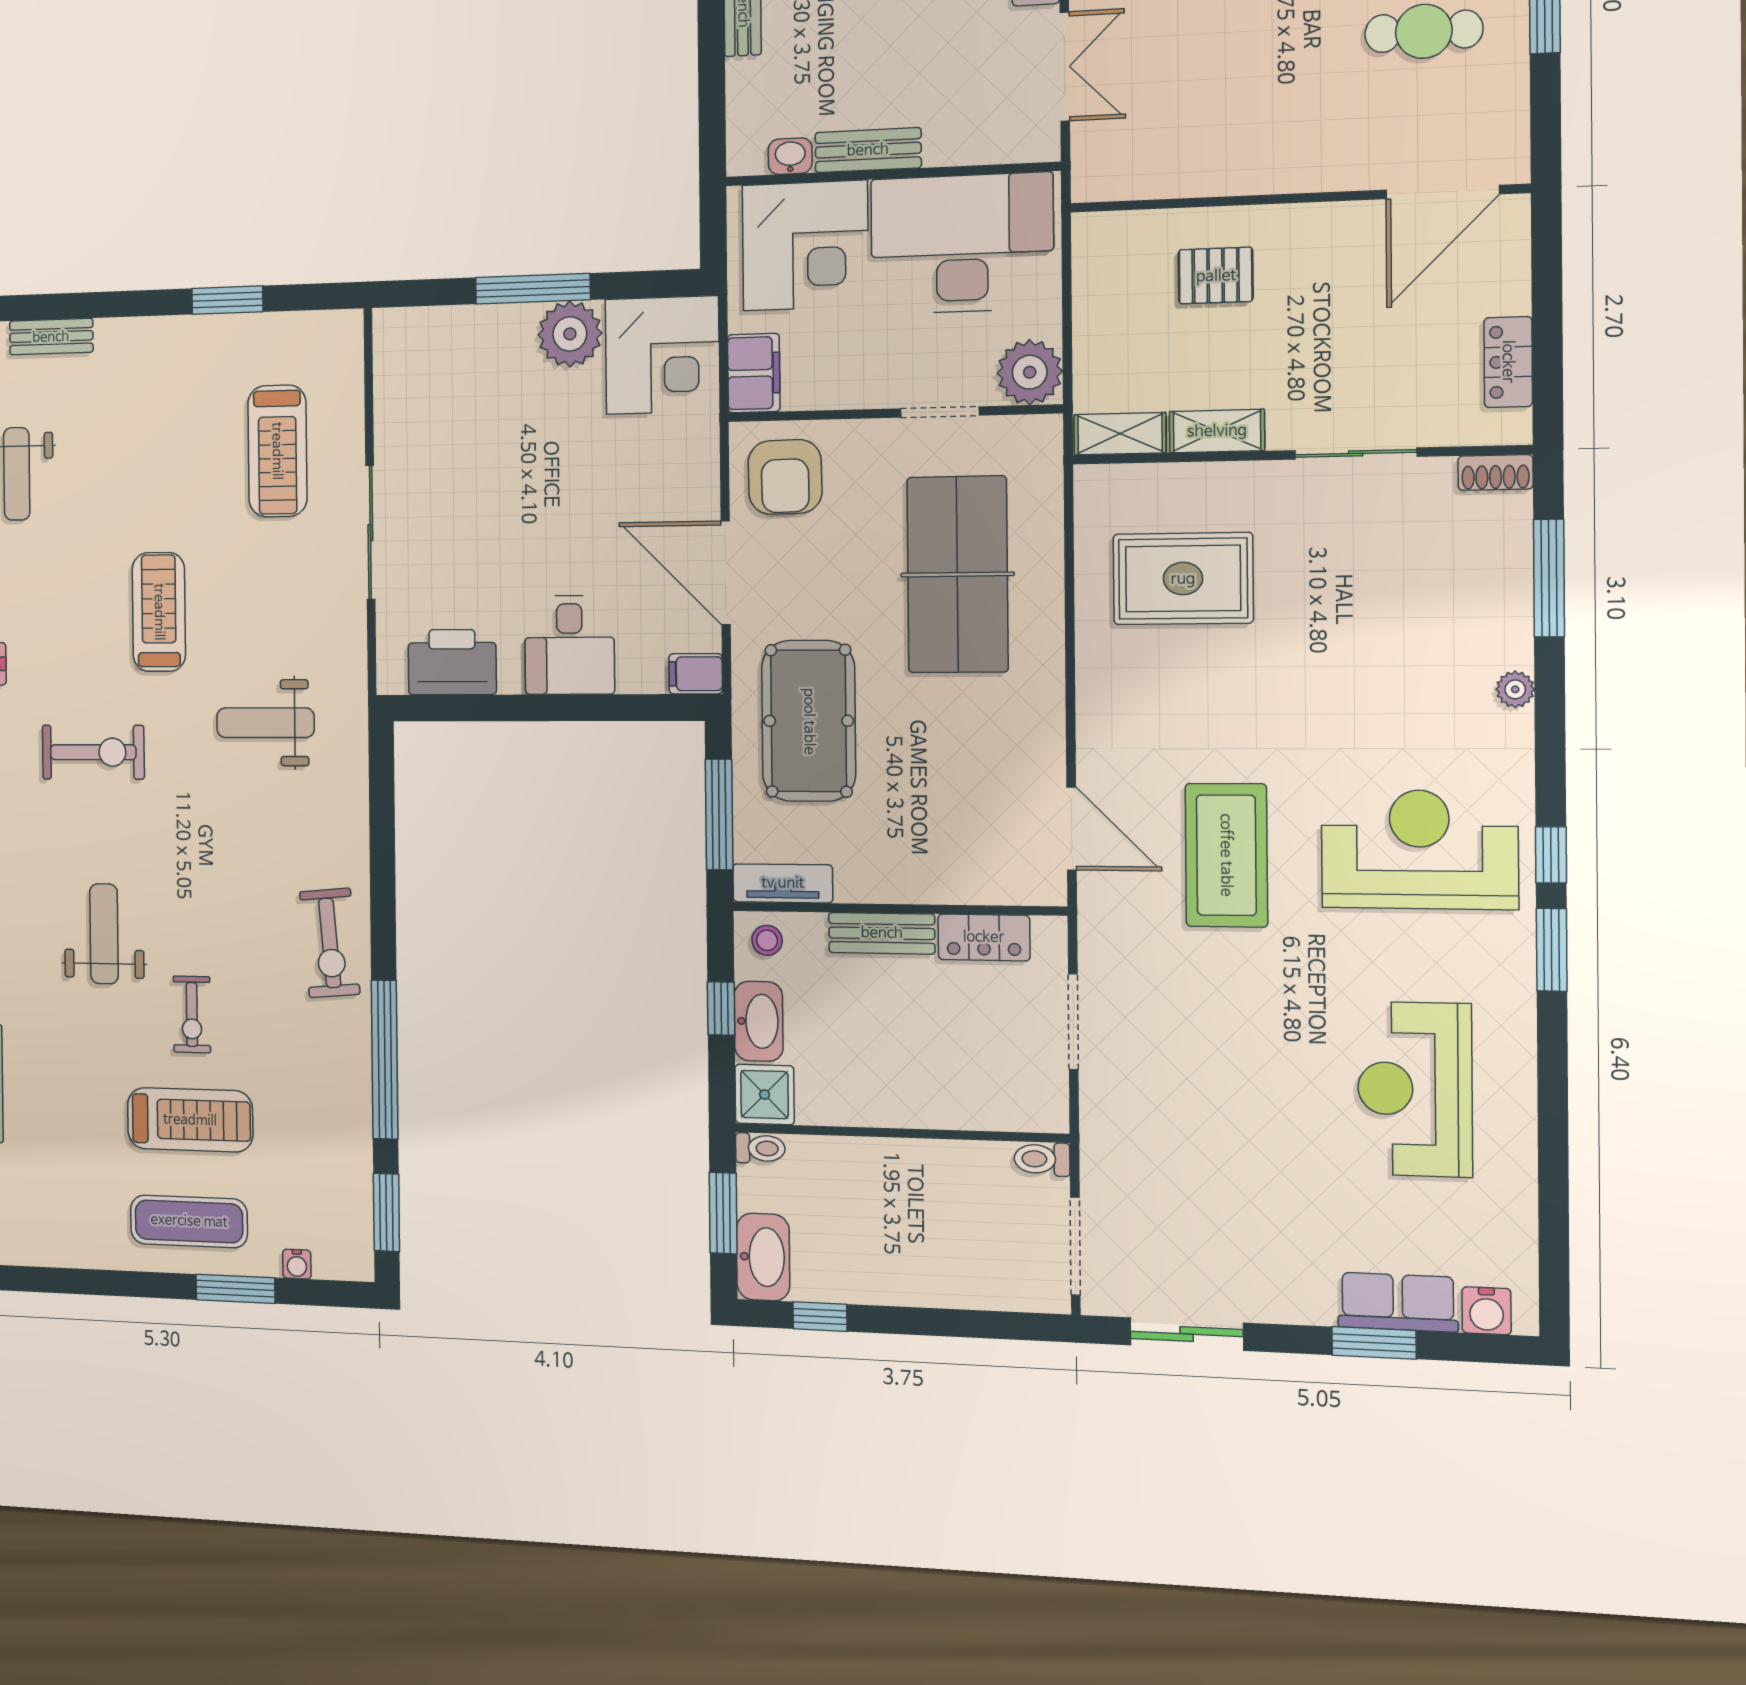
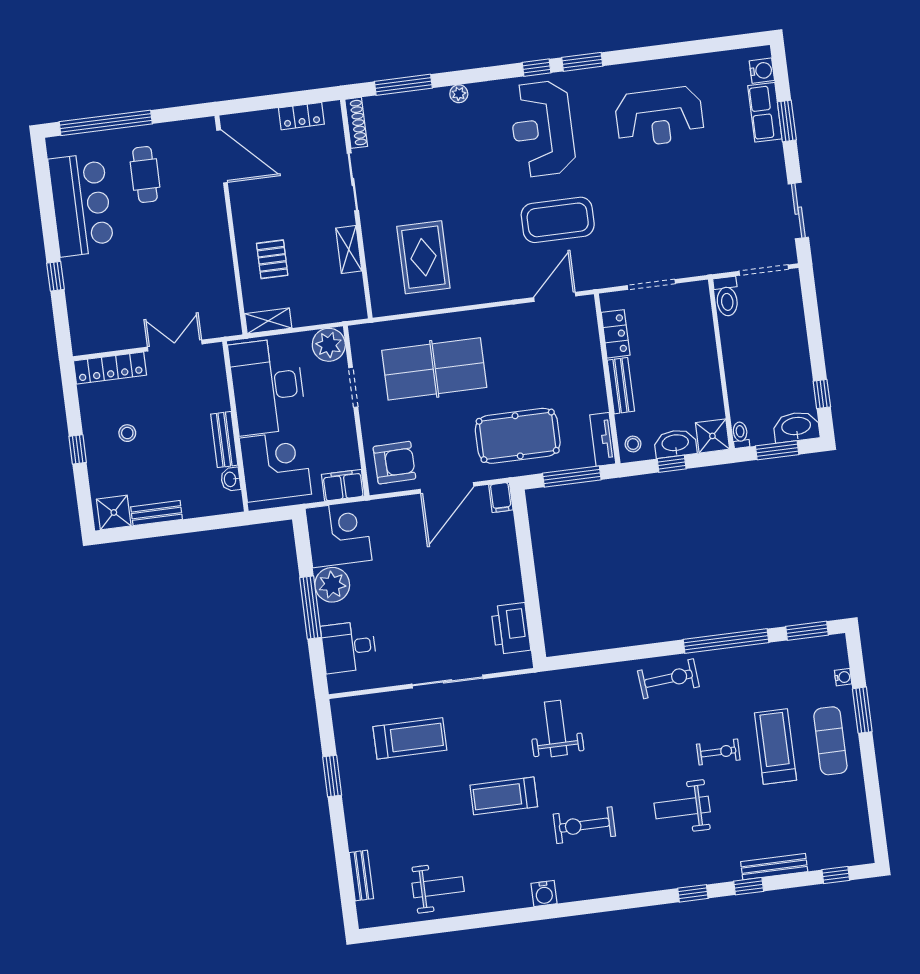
shelving: (1120, 434) -> (268, 321), moved, turned 90
shoe rack: (1496, 473) -> (356, 123), width x1.43
desk: (569, 645) -> (349, 647), moved, turned 180
weight bench: (265, 723) -> (556, 728), turned 180
exercise bike: (93, 752) -> (584, 825), turned -90
toilet: (1042, 1159) -> (727, 297), width x1.37, depth x1.39

